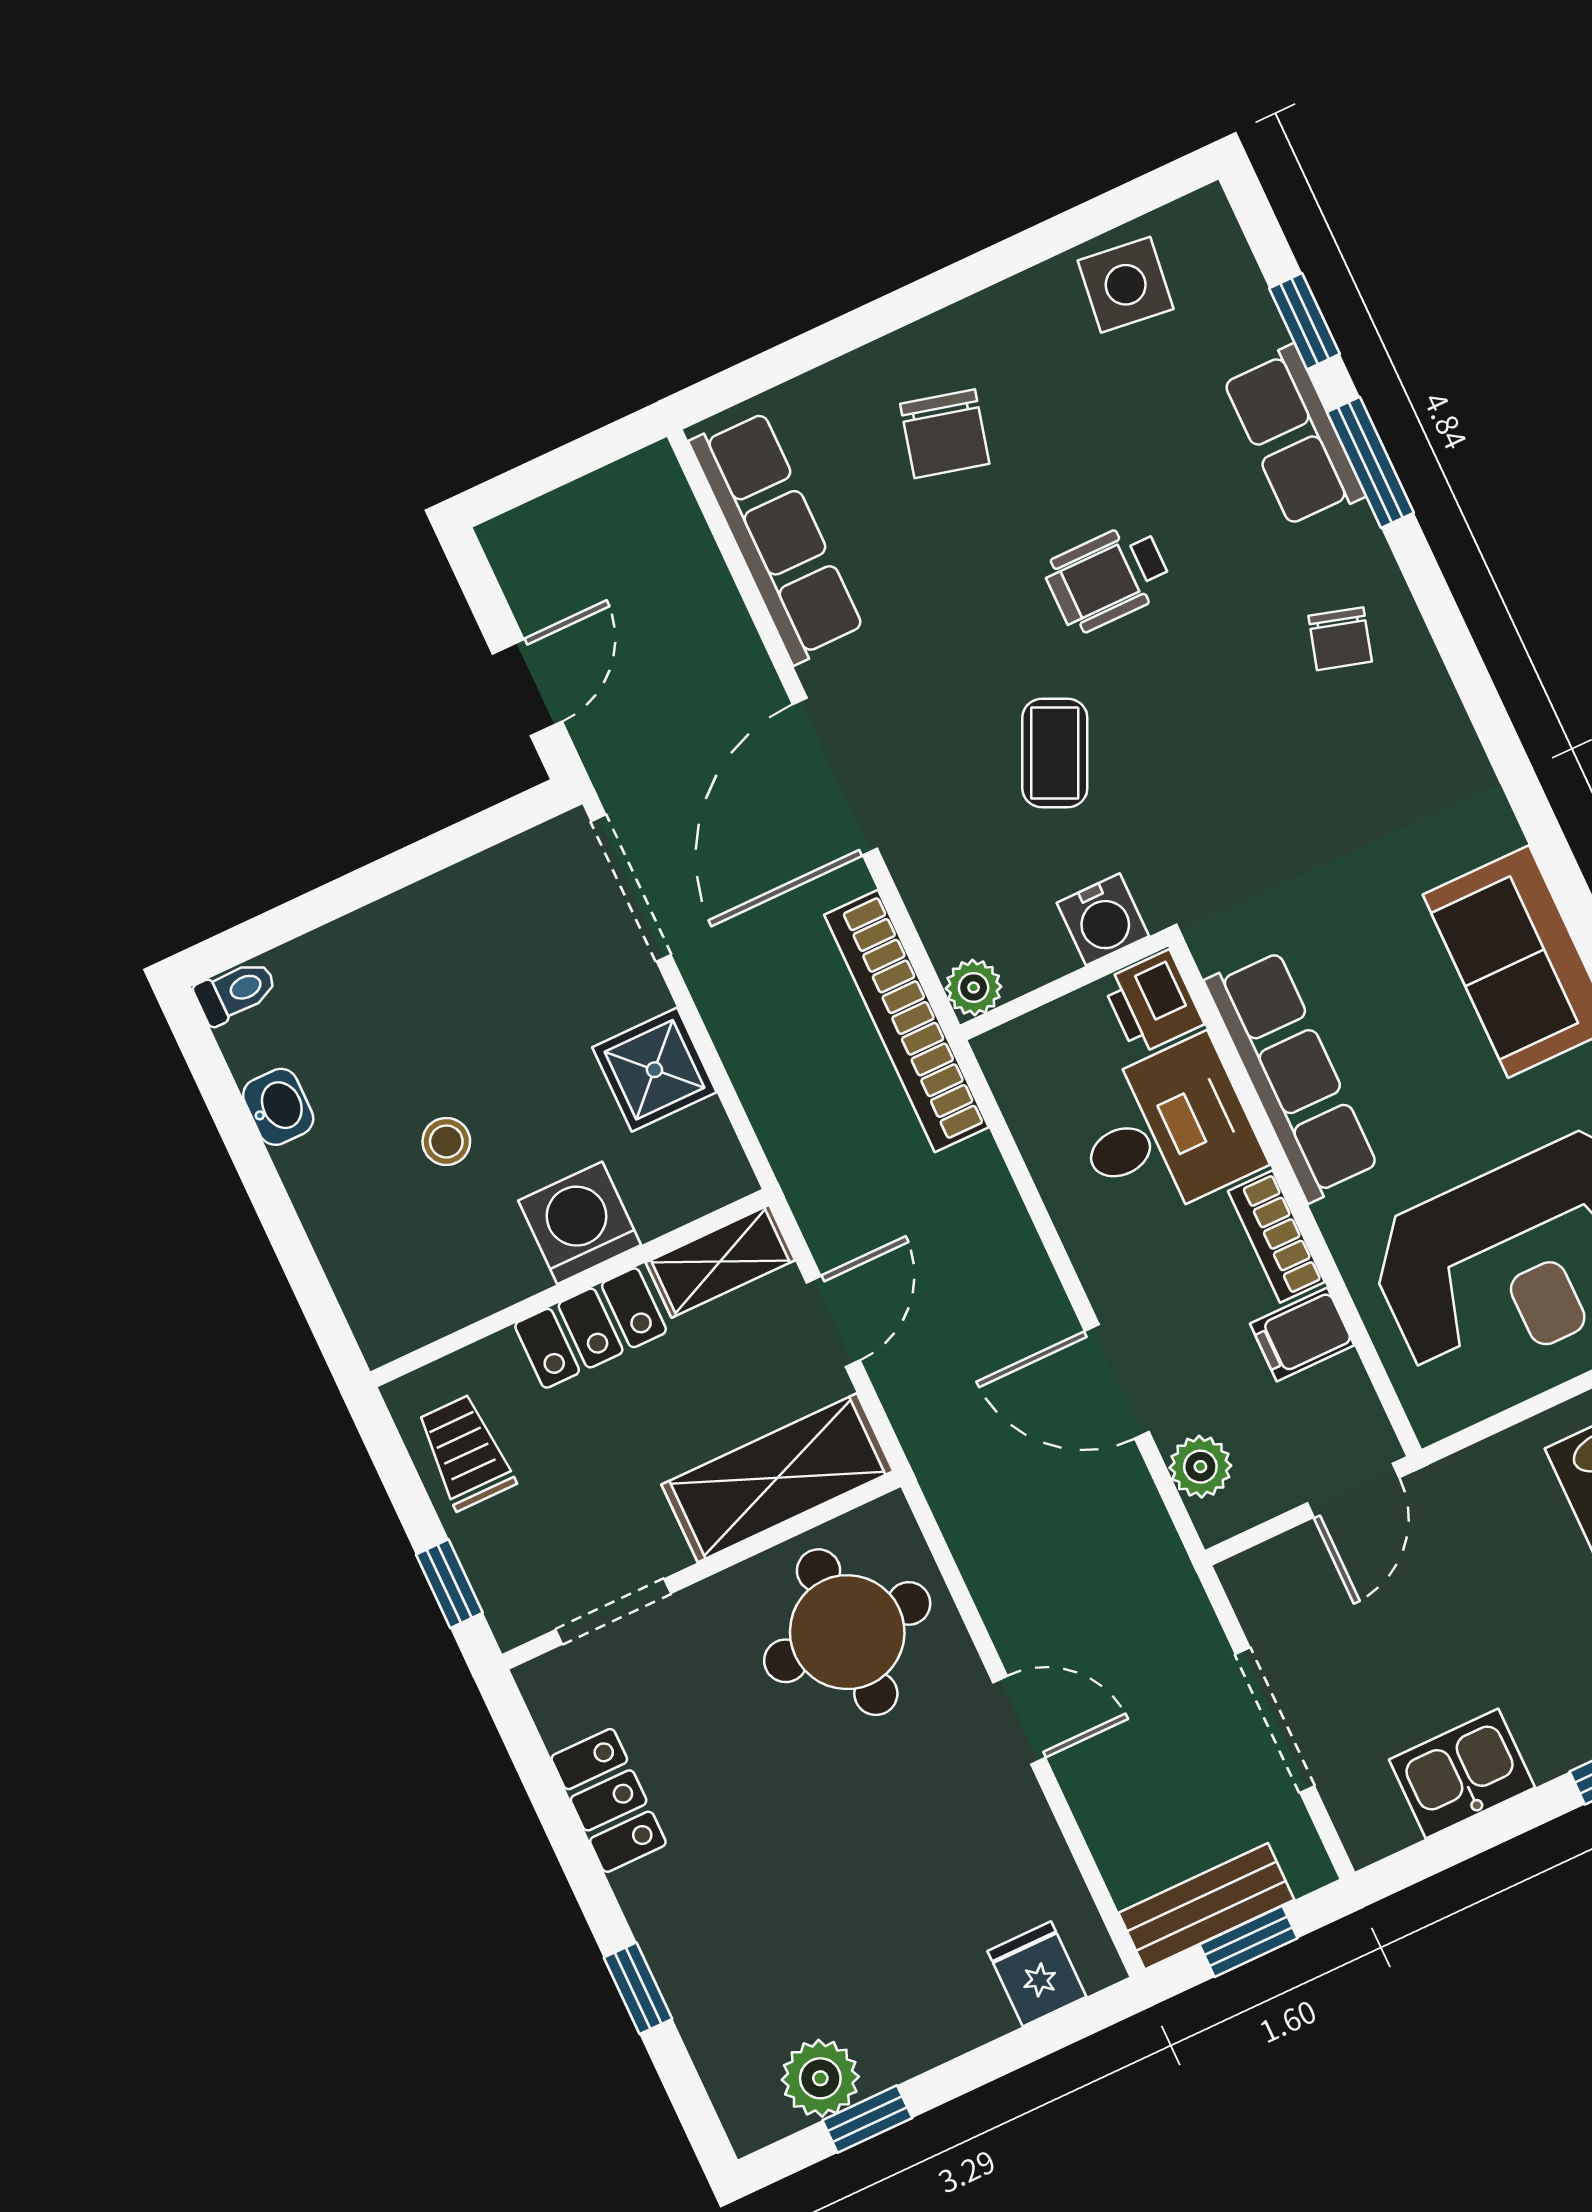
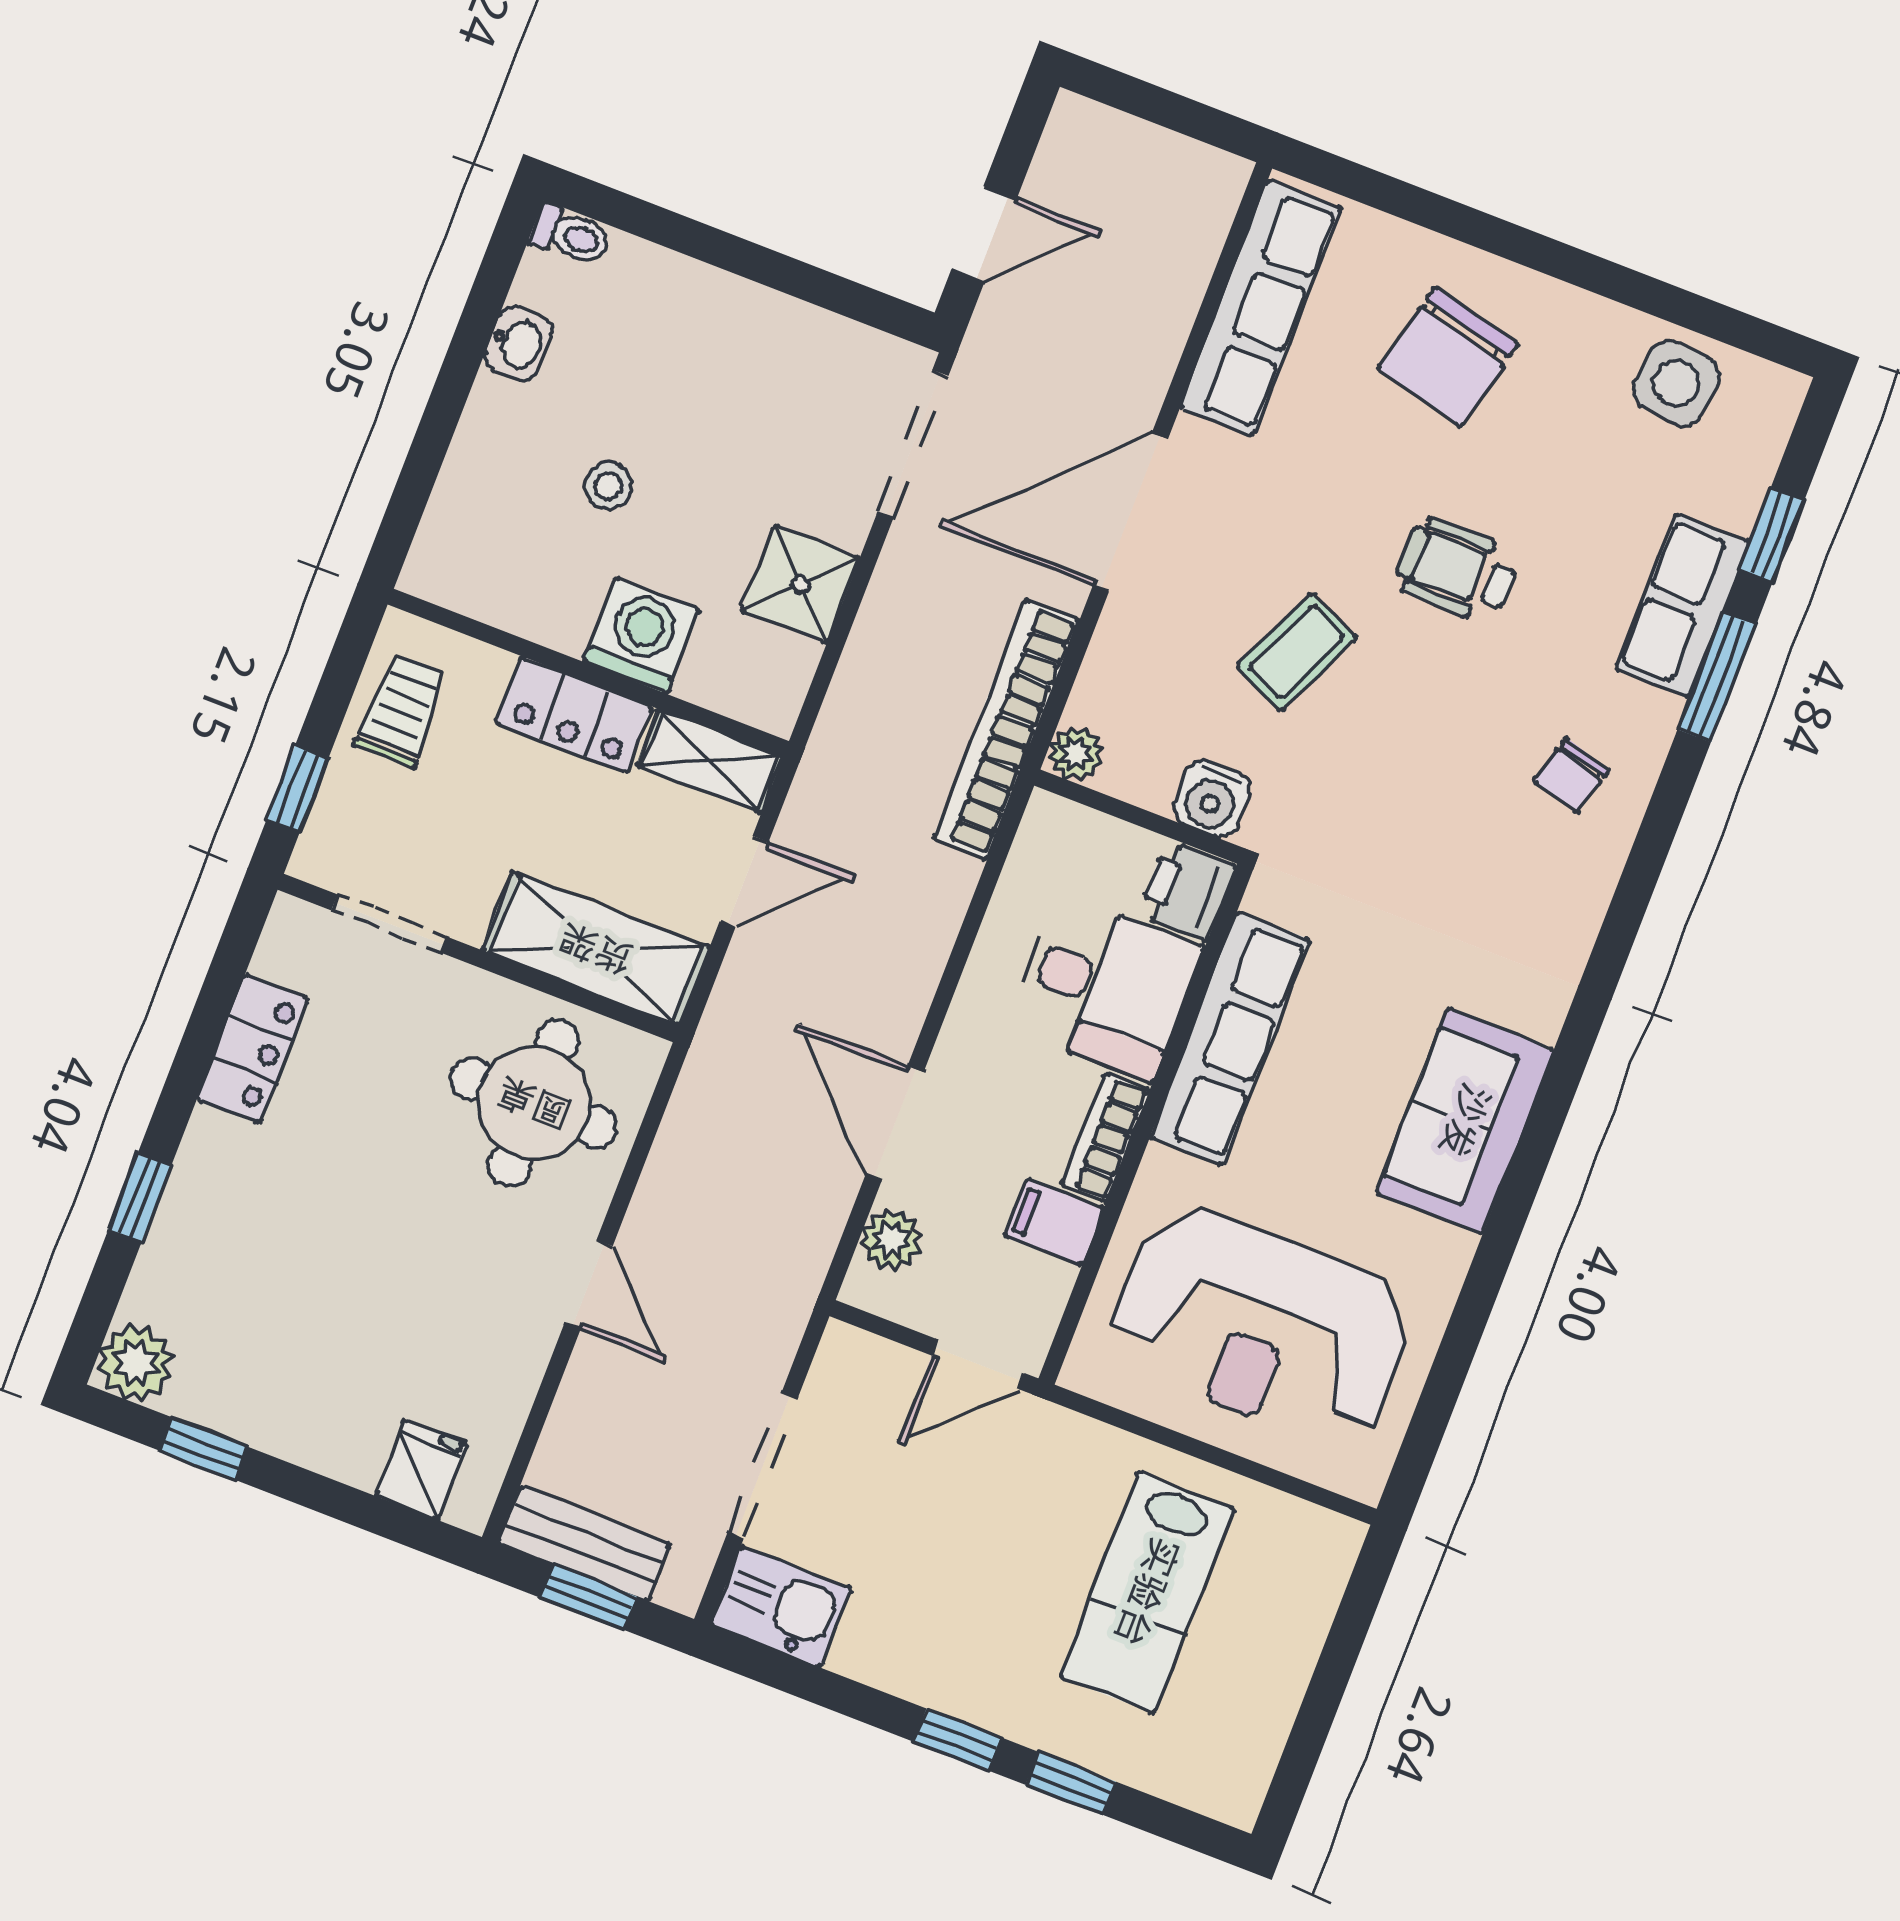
chair: (945, 434) -> (1447, 357), width x1.37, depth x1.37
kitchen sink: (1462, 1774) -> (781, 1606), moved
plant: (820, 2078) -> (136, 1363), moved

